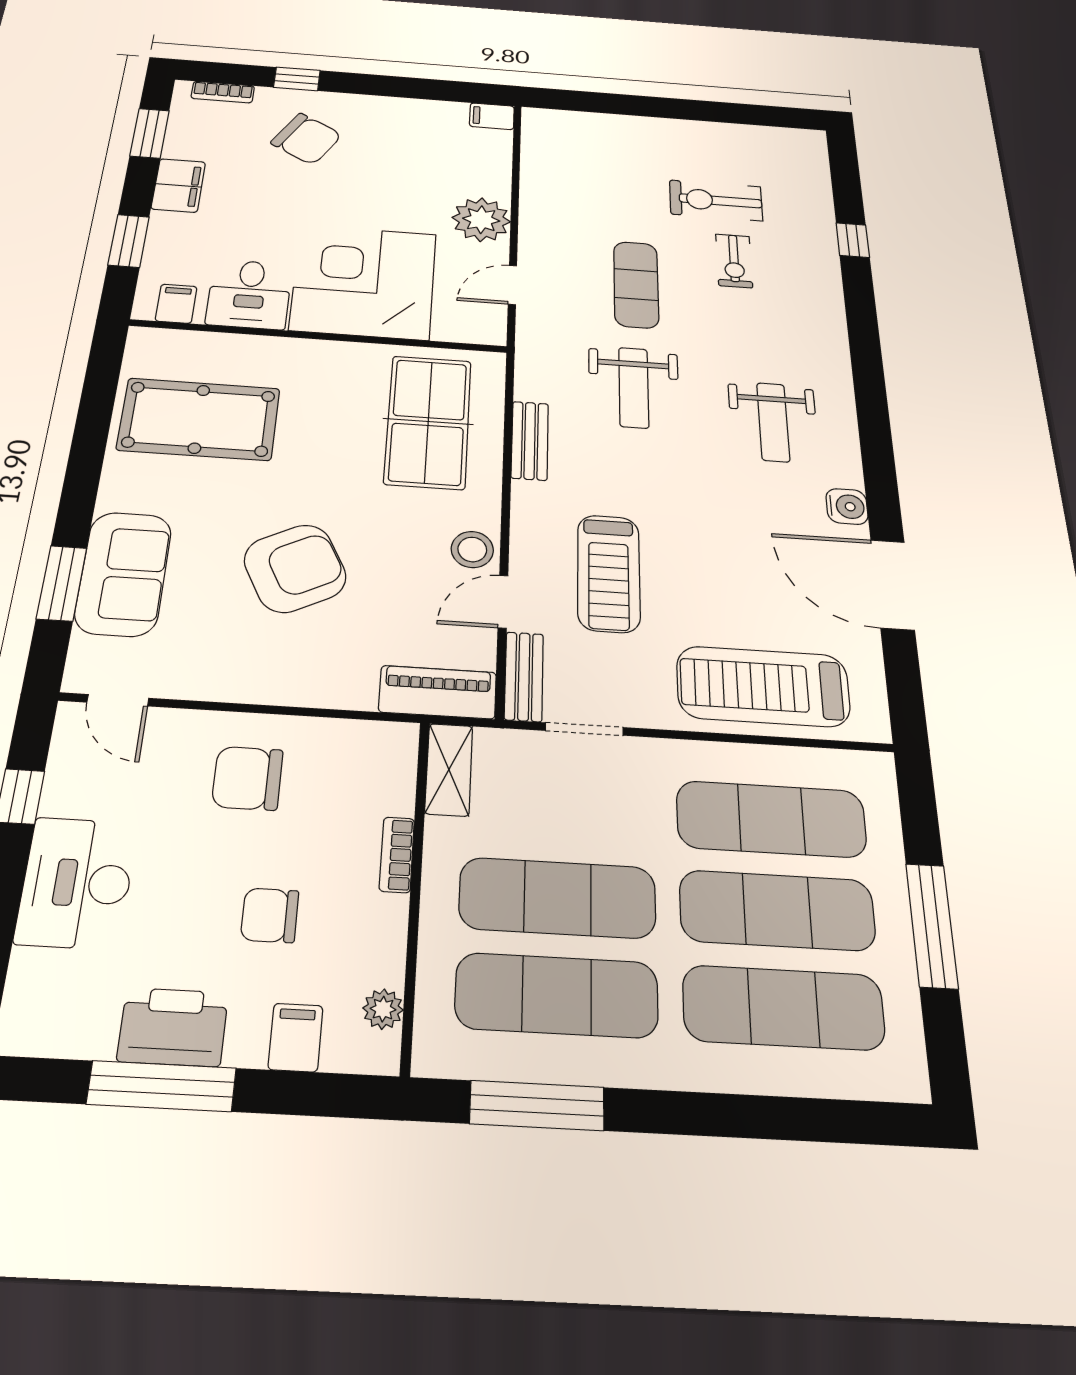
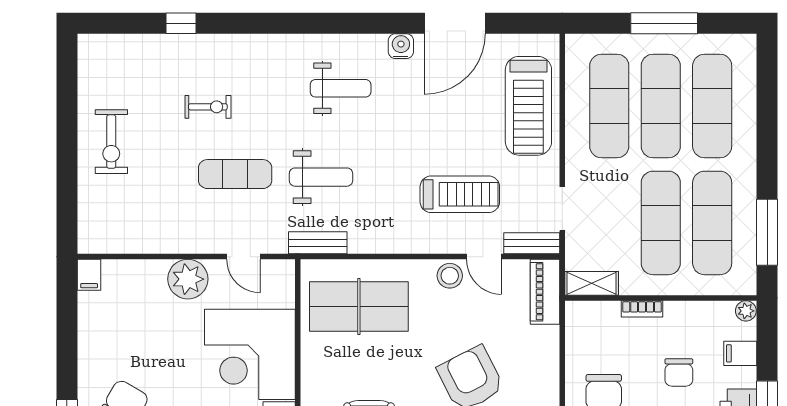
exercise bike: (716, 200) -> (111, 142), moved
bench: (530, 441) -> (318, 243), moved
plant: (383, 1009) -> (746, 311), moved

